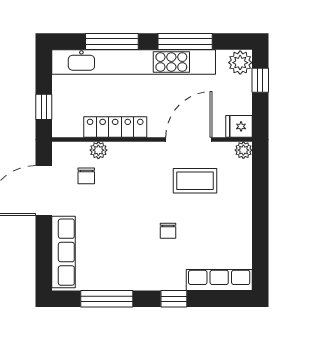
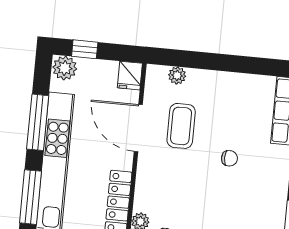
plant: (243, 150) -> (177, 75), moved

